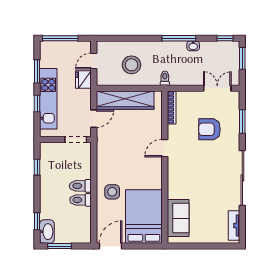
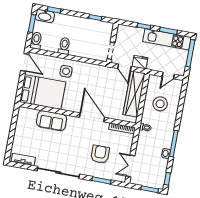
door: (94, 61) -> (168, 75), swing flipped
fridge: (83, 79) -> (140, 62), moved
double door: (217, 88) -> (130, 166), swing flipped
kitchen unit: (48, 99) -> (167, 39), moved
door: (165, 148) -> (92, 117), width x1.88
toilet: (80, 186) -> (36, 41), moved
sofa: (178, 218) -> (52, 121), moved

